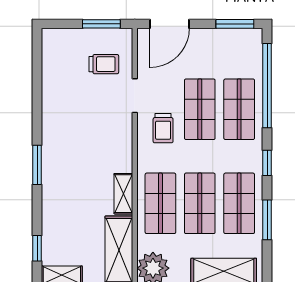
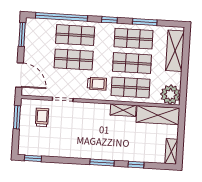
window: (37, 54) -> (33, 158), added
trolley: (163, 128) -> (97, 84), moved
window: (37, 248) -> (136, 165), moved

